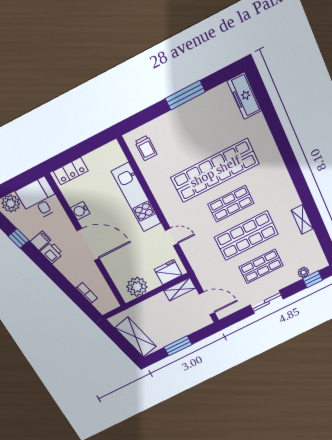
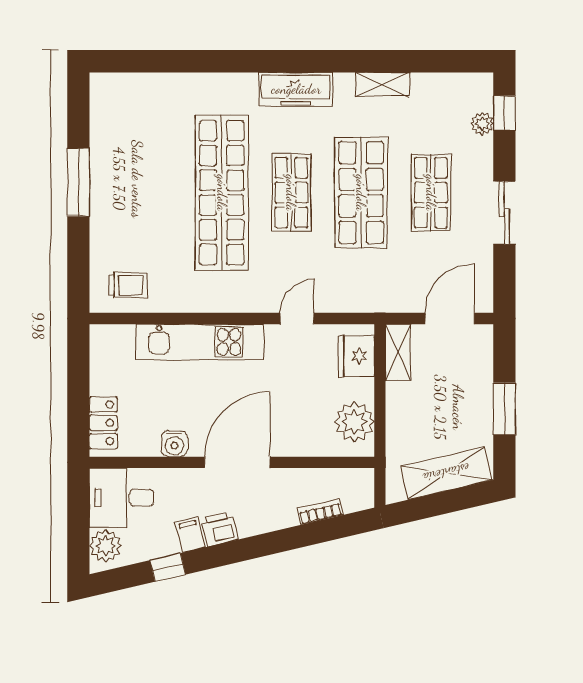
freezer: (244, 96) -> (296, 89), moved

